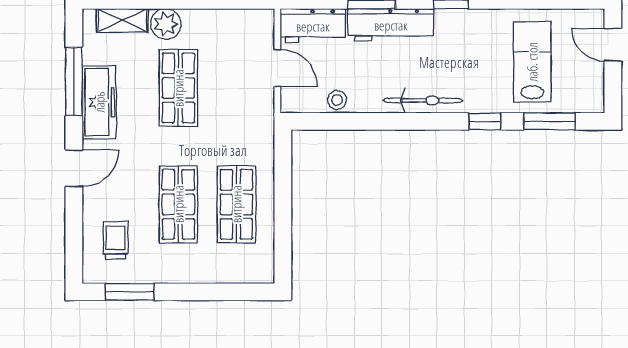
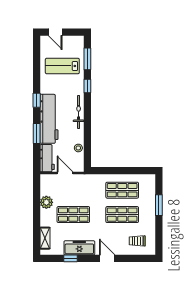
plant: (166, 24) -> (46, 202), moved
workbench: (391, 25) -> (49, 119), width x1.36, depth x1.32
door: (613, 45) -> (55, 32), hinge flipped
door: (277, 68) -> (65, 173), hinge flipped
window: (74, 81) -> (71, 258), width x0.46
window: (130, 292) -> (159, 205), moved

